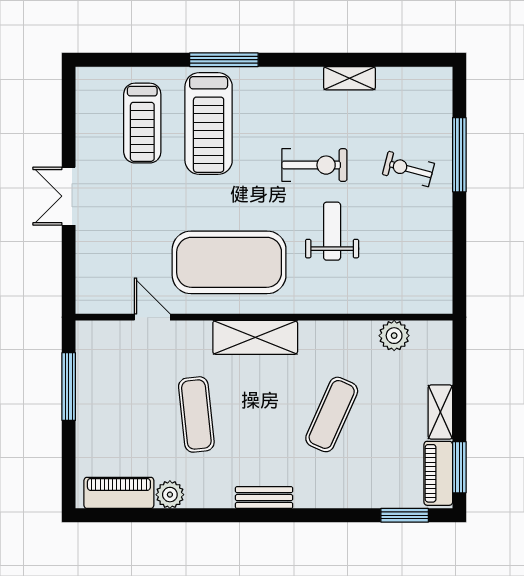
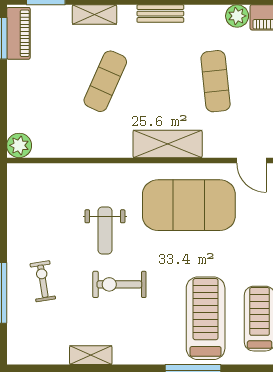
exercise bike: (408, 169) -> (43, 281), turned -114
plant: (394, 336) -> (19, 145), moved
shelving: (440, 412) -> (95, 15), moved, turned 90

